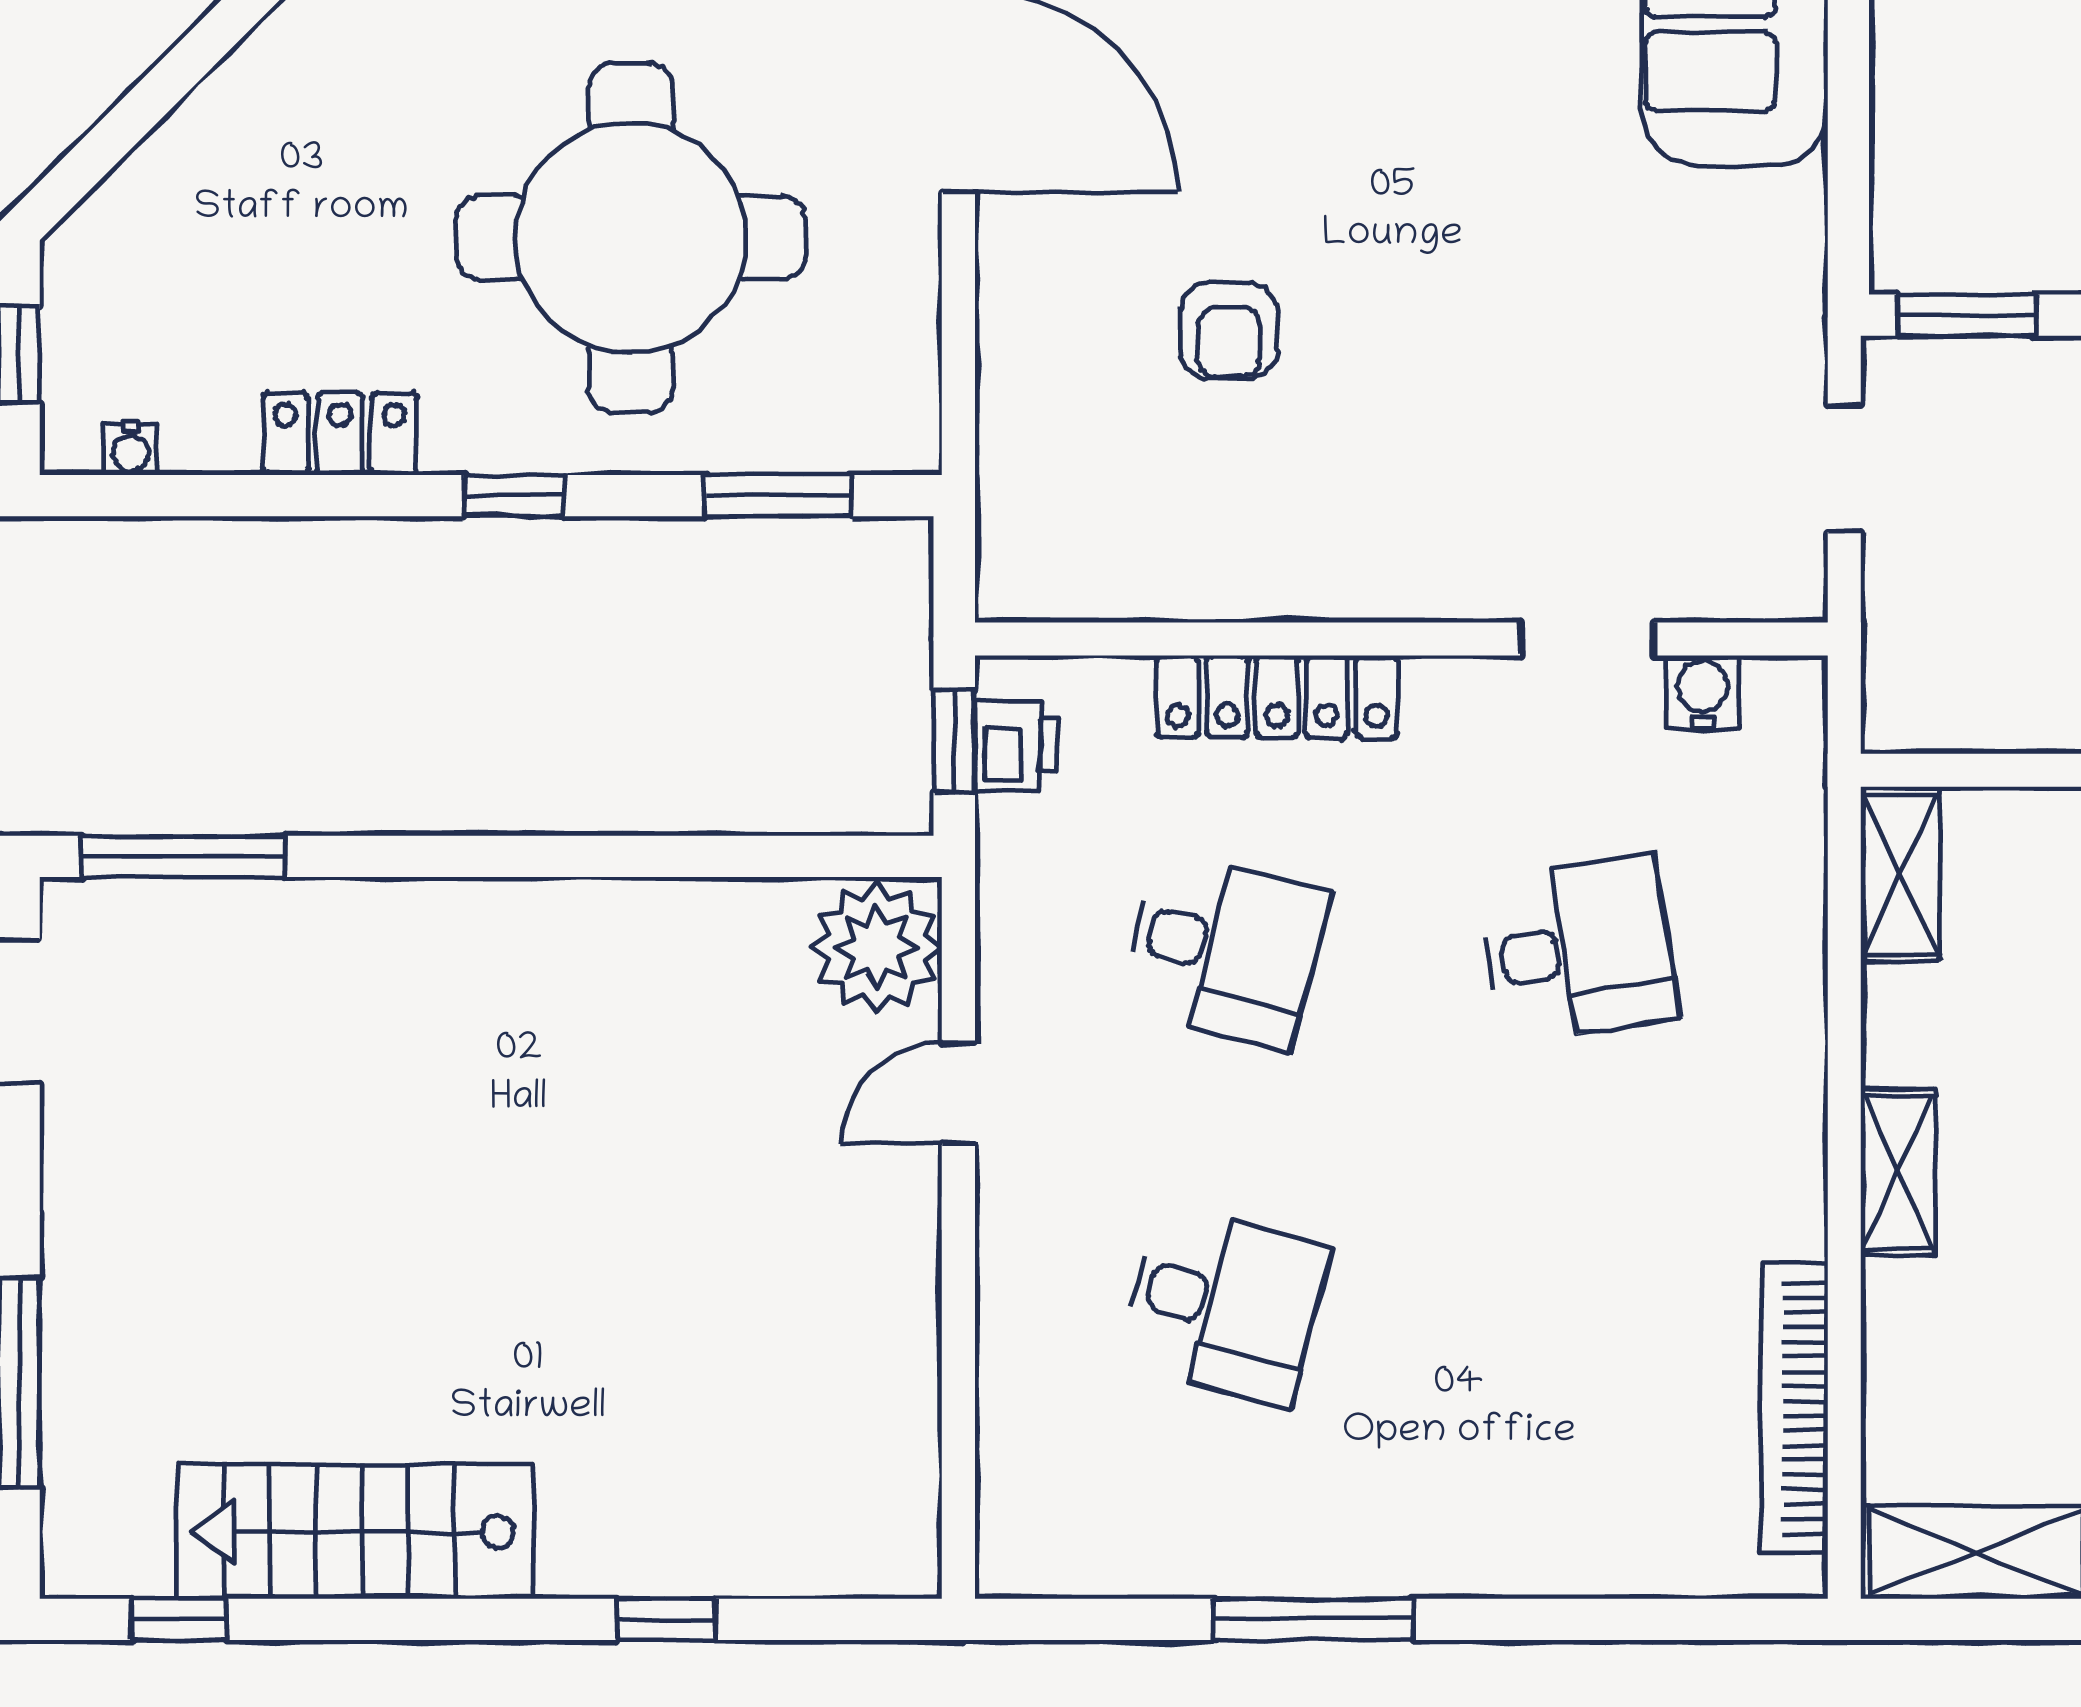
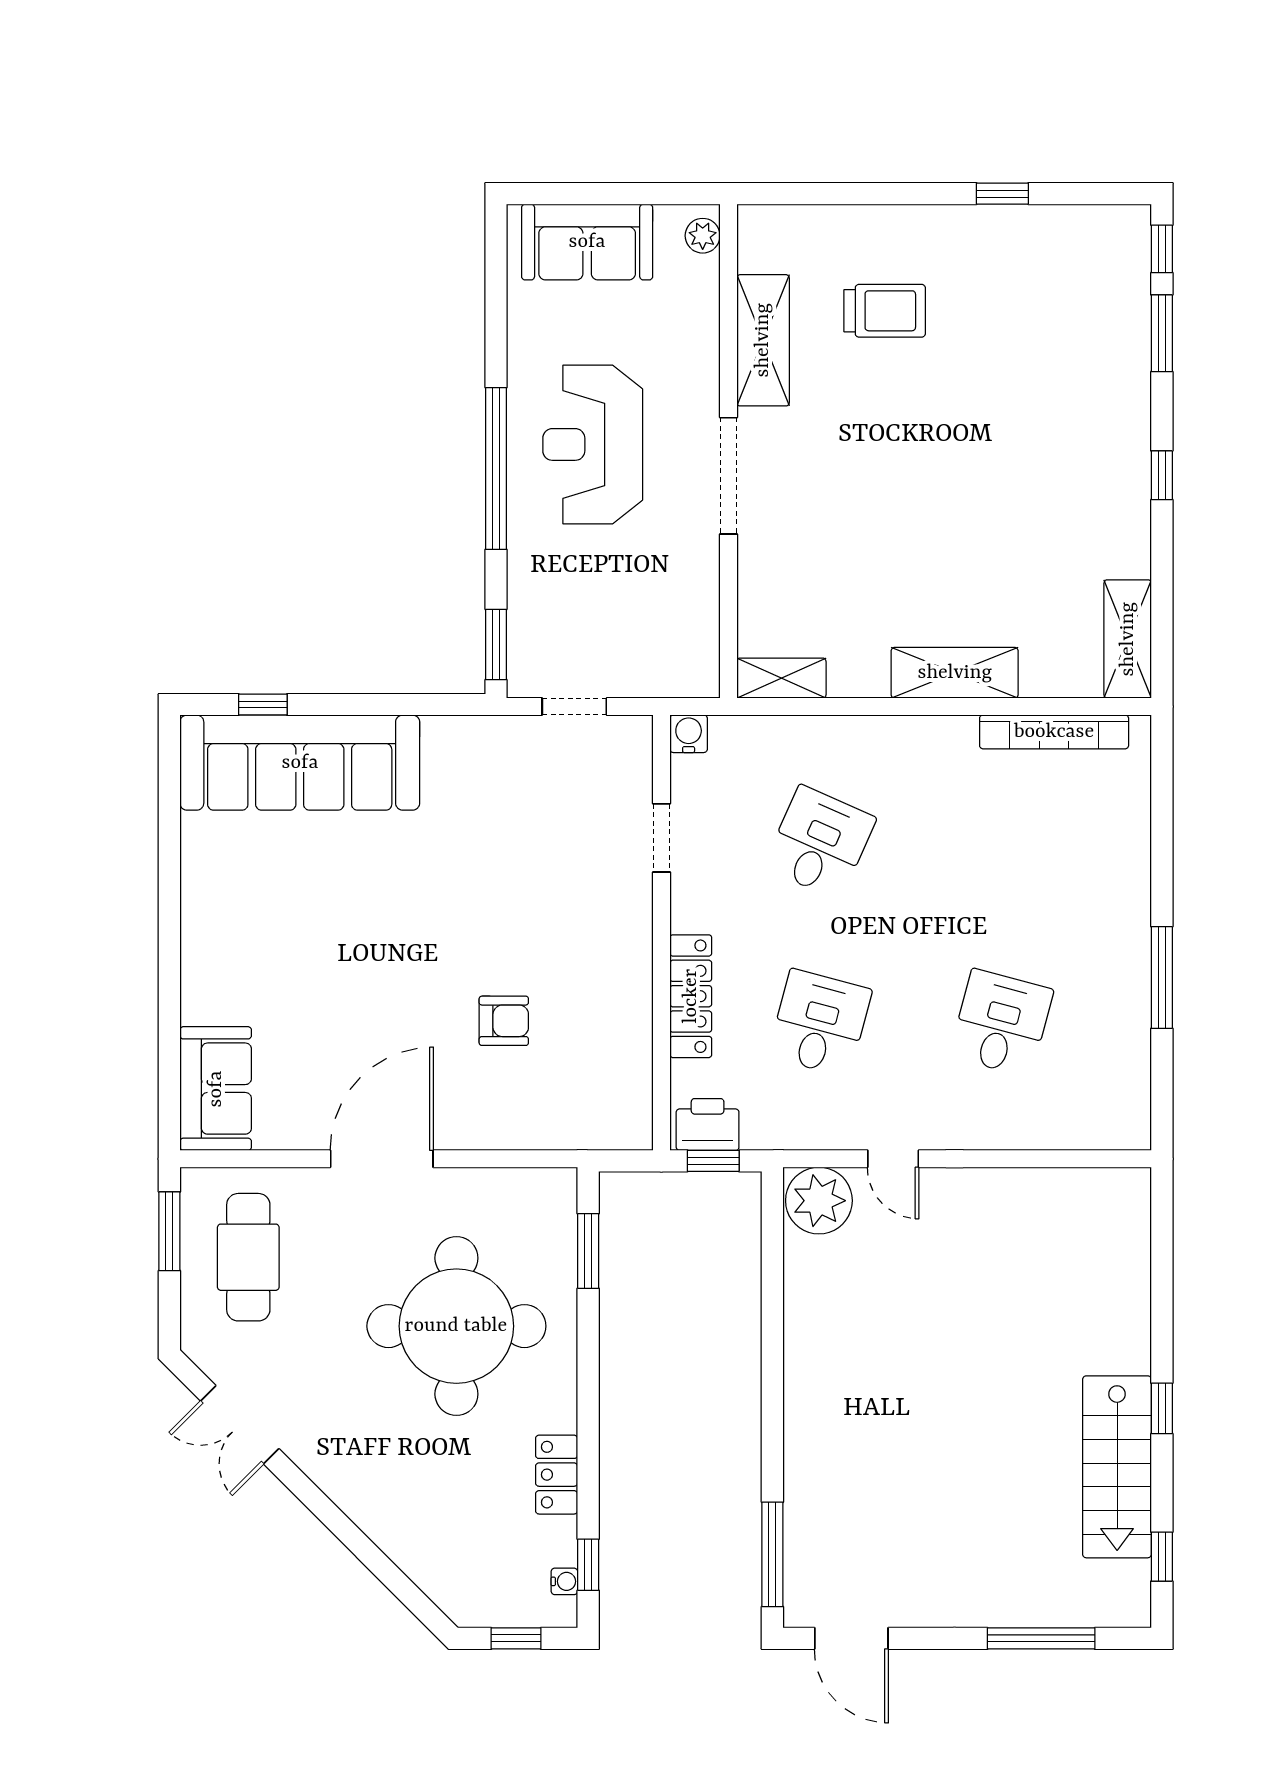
window: (514, 496) -> (588, 1565), moved
water cooler: (1703, 692) -> (689, 734), moved, turned 90
printer: (1016, 746) -> (708, 1124), width x1.36, depth x1.24
desk: (1578, 949) -> (820, 842), turned 33
shelving: (1898, 1172) -> (955, 673), width x1.50, depth x1.33
window: (666, 1619) -> (1162, 1408), moved

